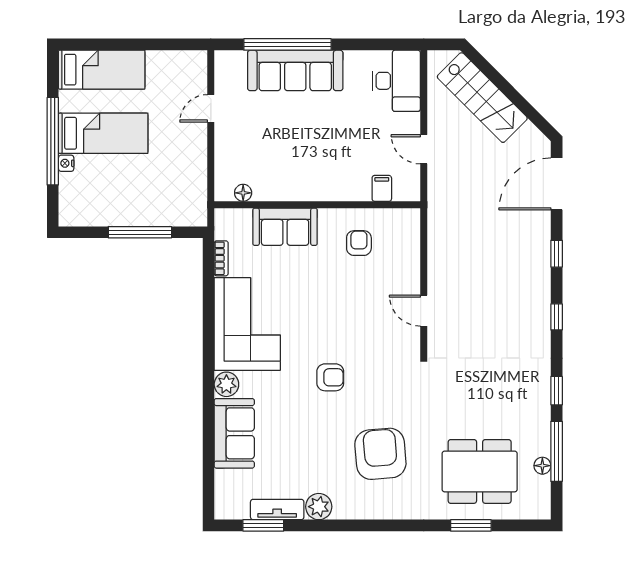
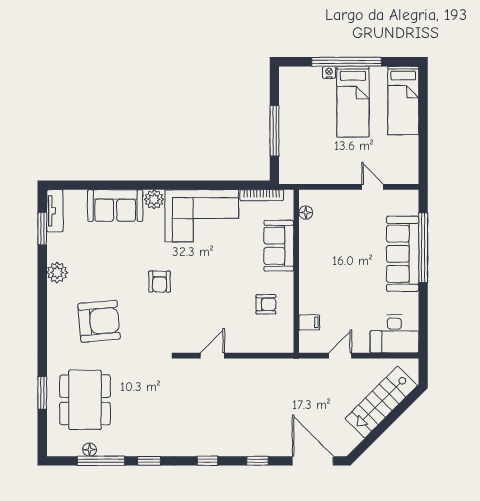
bookcase: (221, 258) -> (262, 195), width x1.56
tv unit: (277, 509) -> (55, 211), moved

